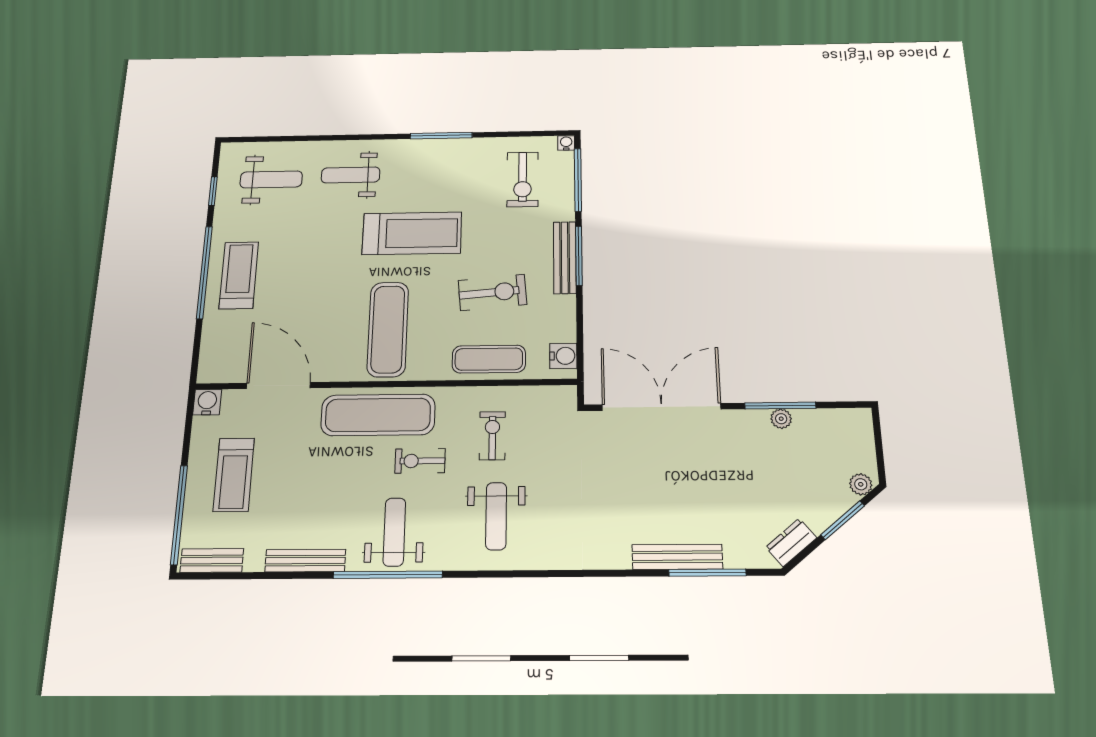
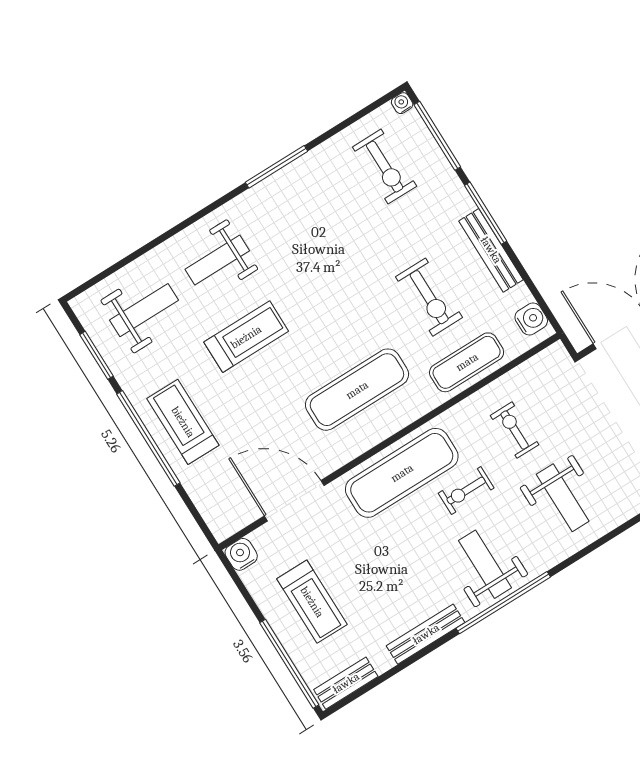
window: (213, 191) -> (96, 355), width x1.50
treadmill: (412, 233) -> (246, 337), moved, width x0.73, depth x0.73
bench: (565, 258) -> (491, 250), moved
exercise bike: (492, 292) -> (429, 297), turned 95
exercise mat: (388, 329) -> (357, 390), turned 90

